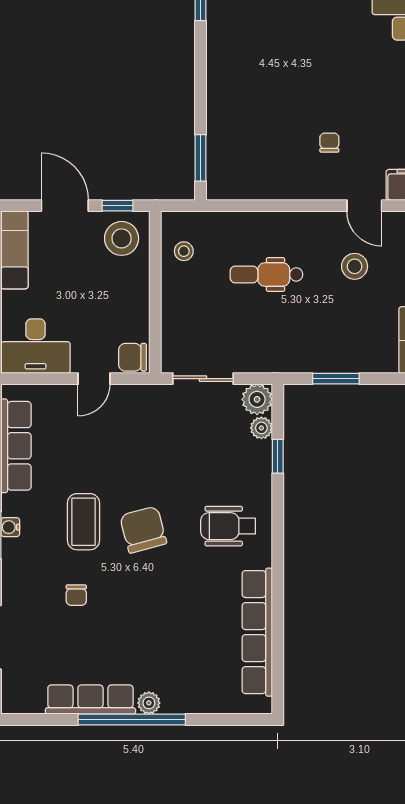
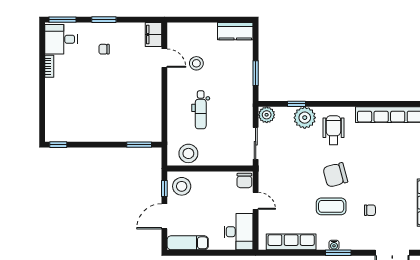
chair: (329, 143) -> (104, 49), moved
door: (364, 206) -> (164, 58), hinge flipped
stool: (184, 251) -> (188, 153), width x1.89, depth x1.89
plant: (261, 428) -> (305, 118), moved, width x1.88, depth x1.88
wheelchair: (228, 526) -> (333, 130), turned 180

